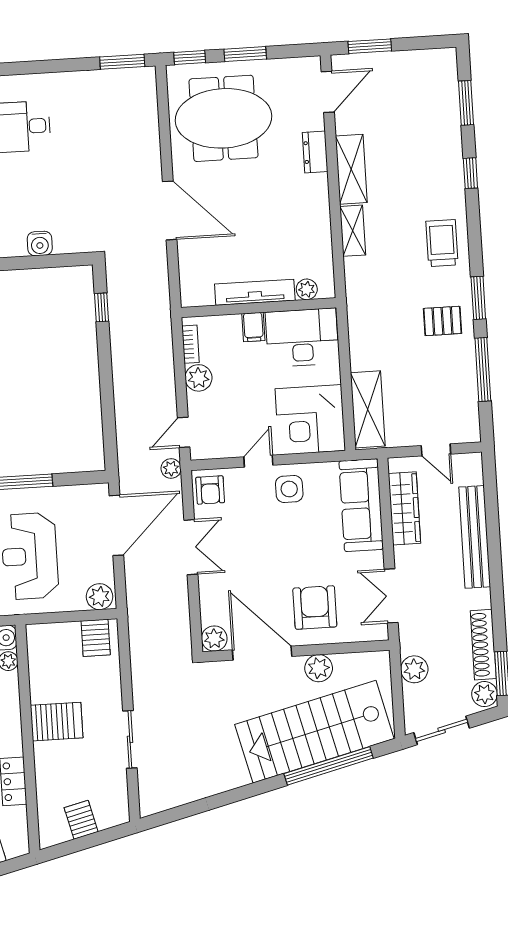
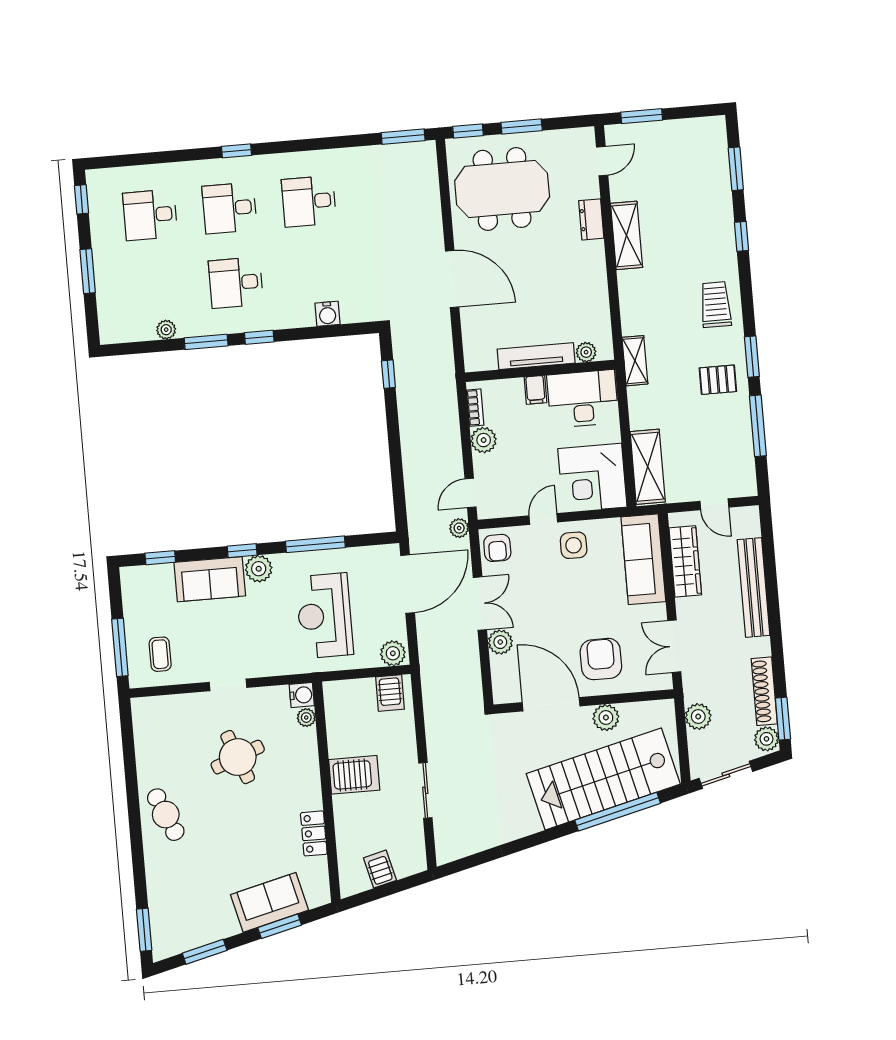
door: (328, 92) -> (602, 161), width x0.73
shelving: (353, 231) -> (635, 361), moved
plant: (214, 639) -> (500, 642), moved

